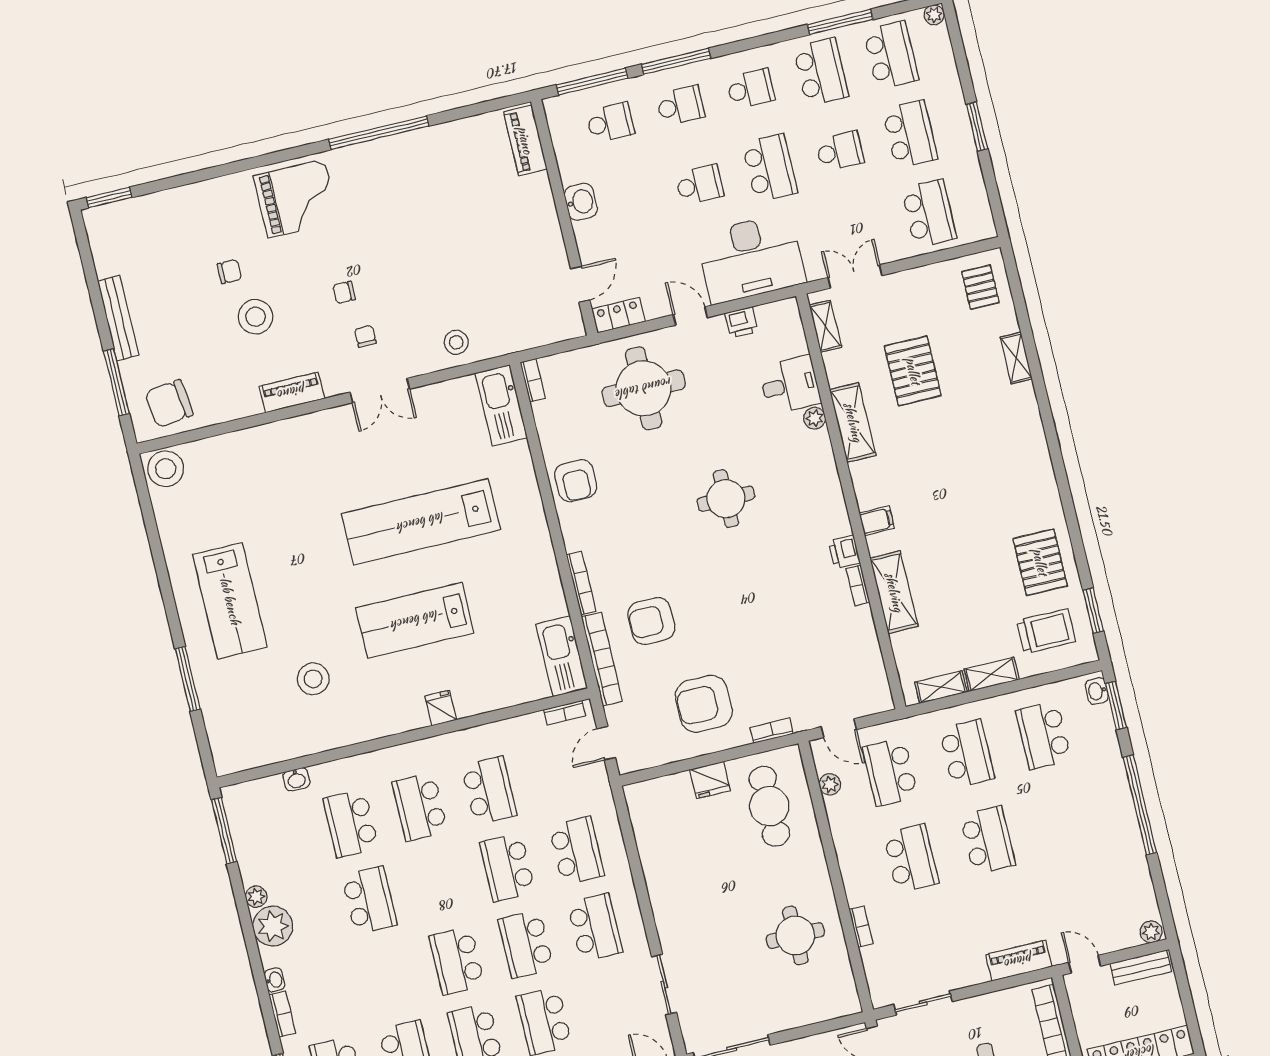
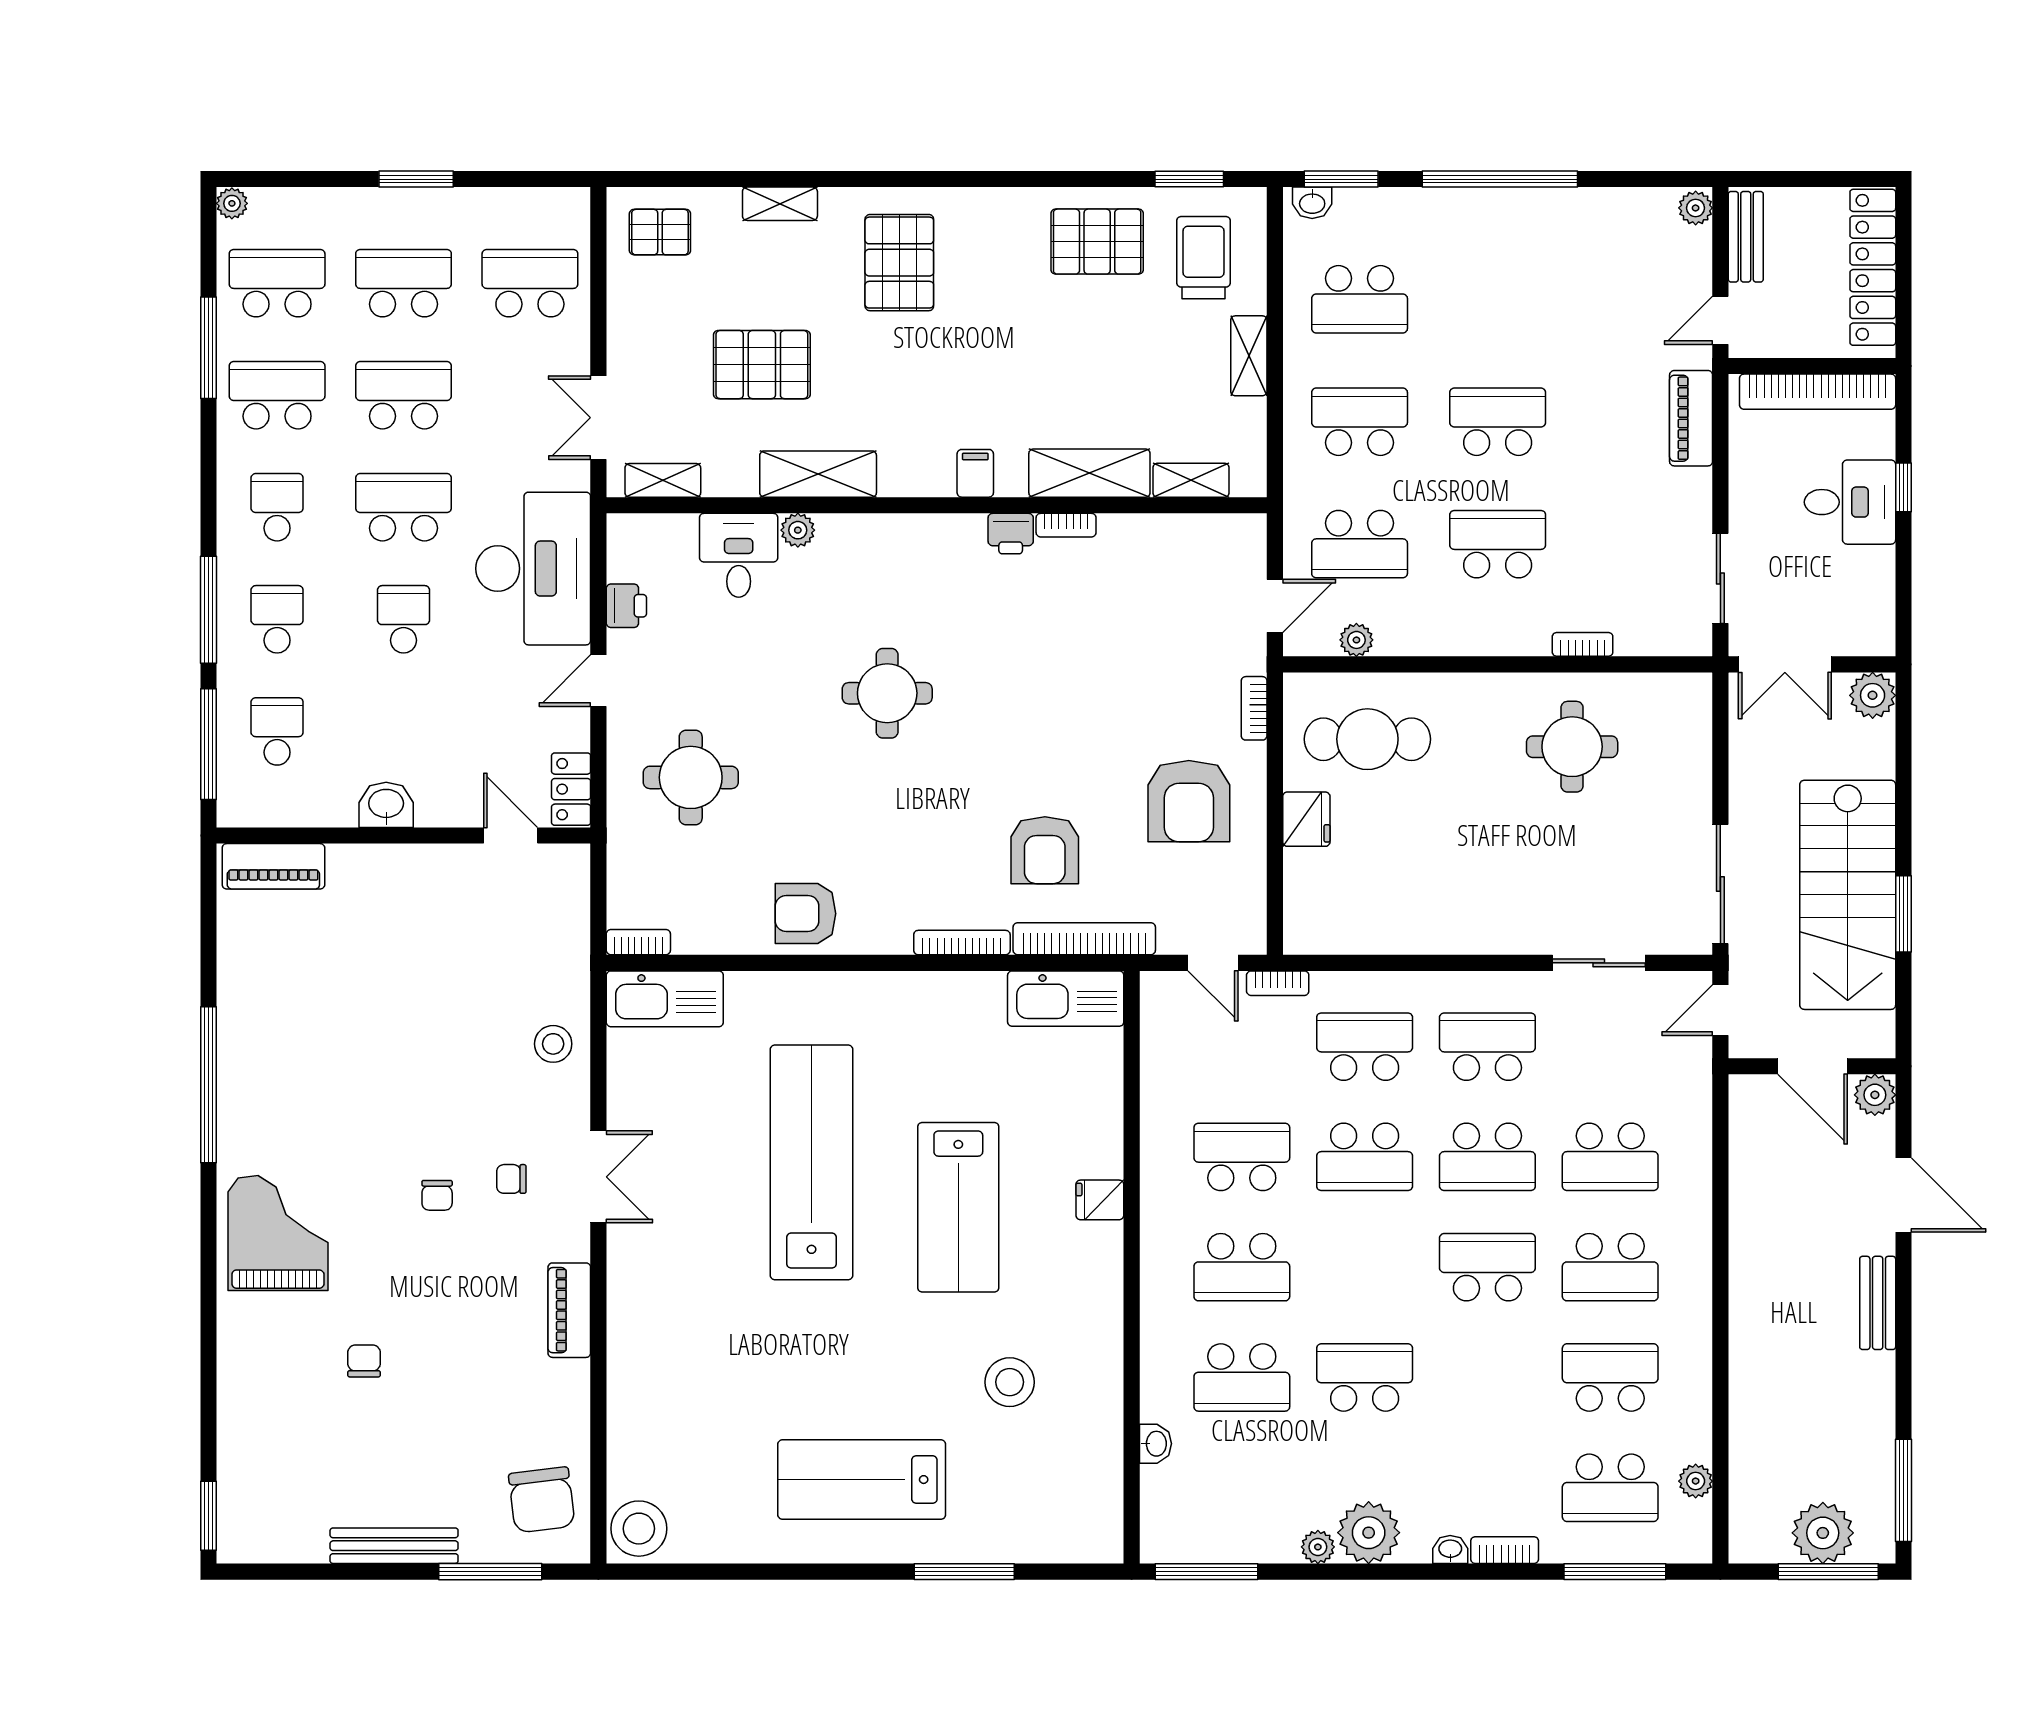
school desk: (840, 151) -> (403, 395), width x1.85
stool: (256, 317) -> (442, 1338), removed
round table: (644, 388) -> (691, 777), width x0.73, depth x0.73
pallet: (997, 442) -> (899, 263), added
armchair: (576, 481) -> (805, 914), turned 180
lab bench: (421, 522) -> (811, 1162), turned 180
lab bench: (230, 601) -> (862, 1480), turned 180
shelving: (941, 687) -> (1191, 480), moved, turned 90
bookcase: (565, 713) -> (1278, 983), moved, turned 90
school desk: (457, 961) -> (1487, 1267), turned 180

